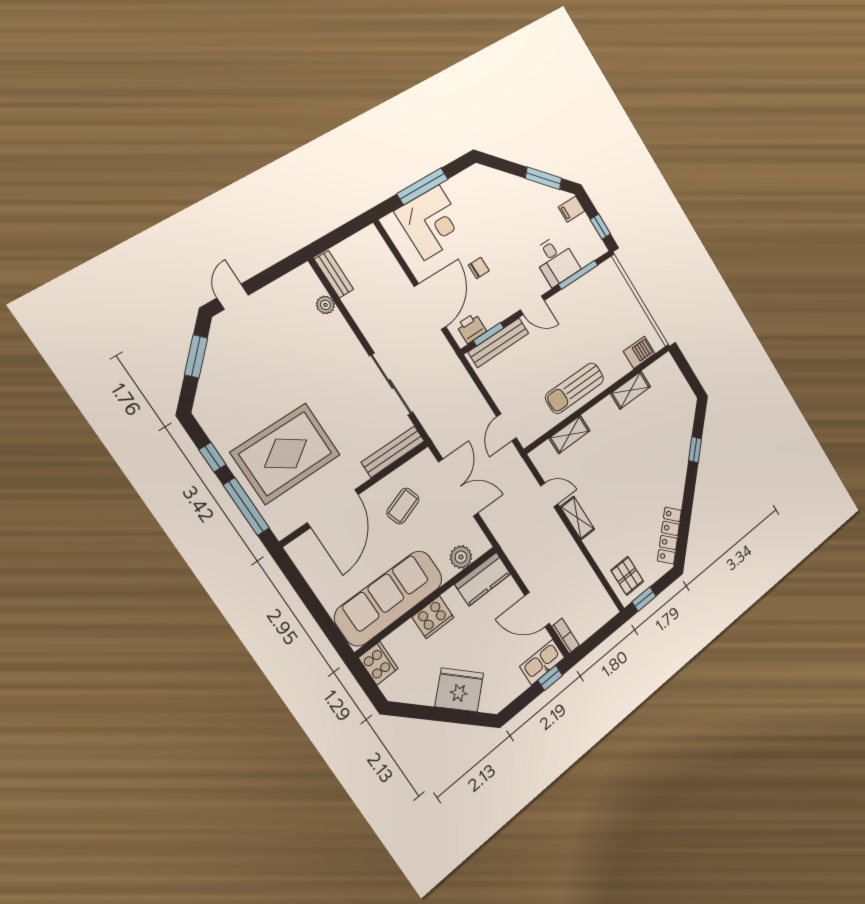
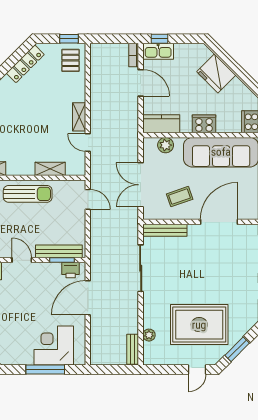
chair: (479, 268) -> (42, 302), removed
door: (506, 427) -> (88, 199), hinge flipped
rug: (286, 454) -> (199, 325), moved

